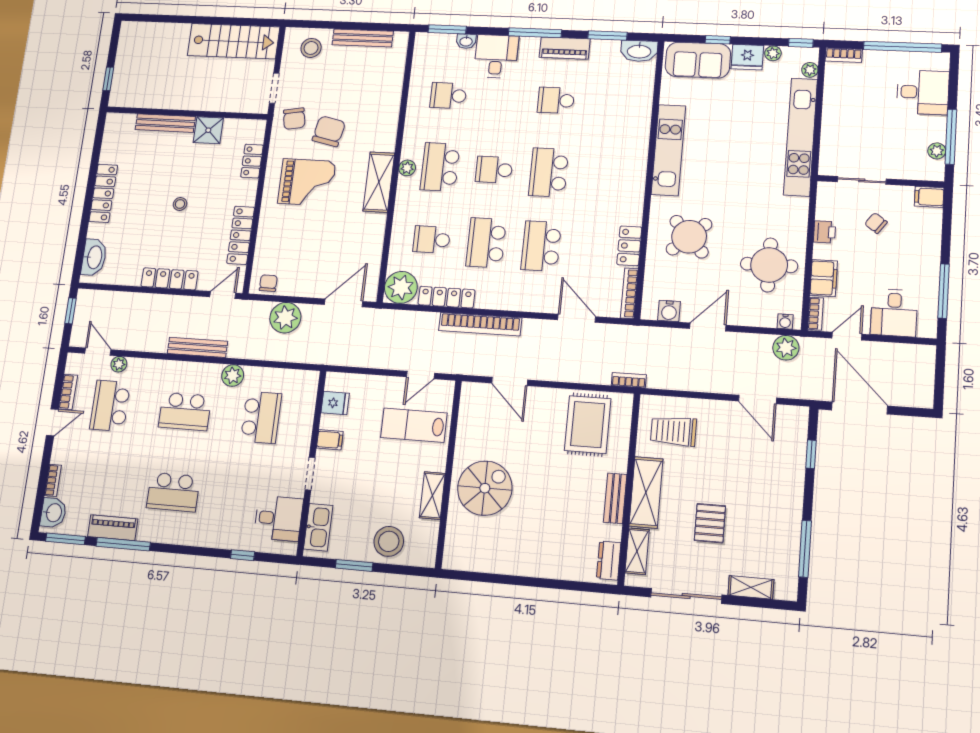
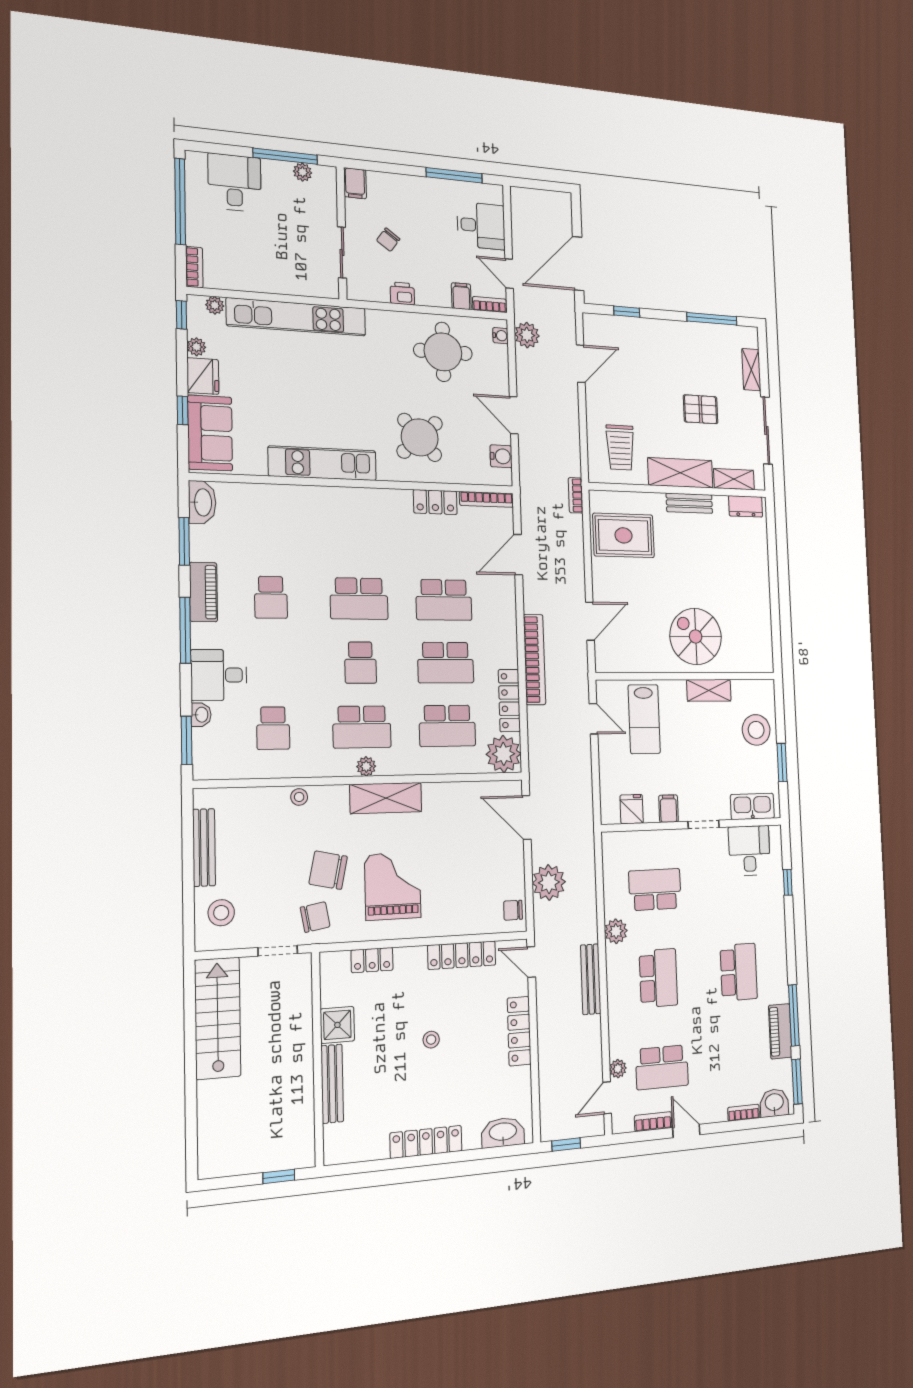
stool: (390, 112) -> (299, 797), added
school desk: (432, 240) -> (447, 726), width x1.85
filing cabinet: (824, 278) -> (461, 296), width x0.50

